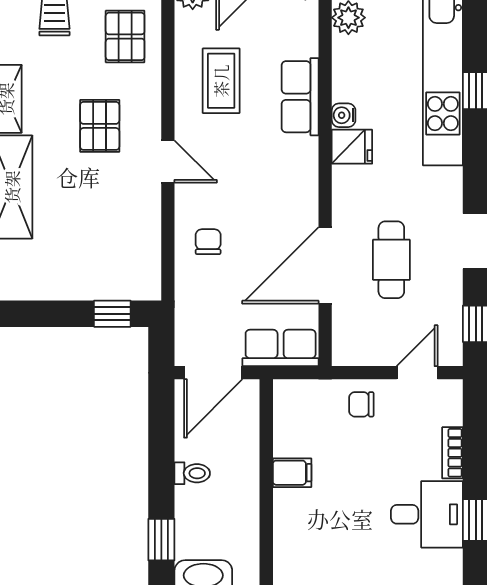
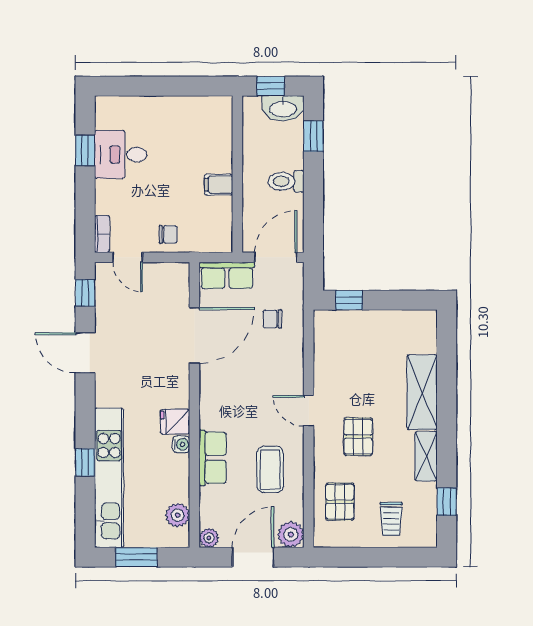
chair: (208, 242) -> (272, 319), moved, turned 90
cafe table: (391, 260) -> (146, 339), removed
door: (417, 373) -> (128, 257), hinge flipped
bookcase: (452, 453) -> (102, 234), moved
toilet: (192, 473) -> (286, 181), width x1.37, depth x1.39

